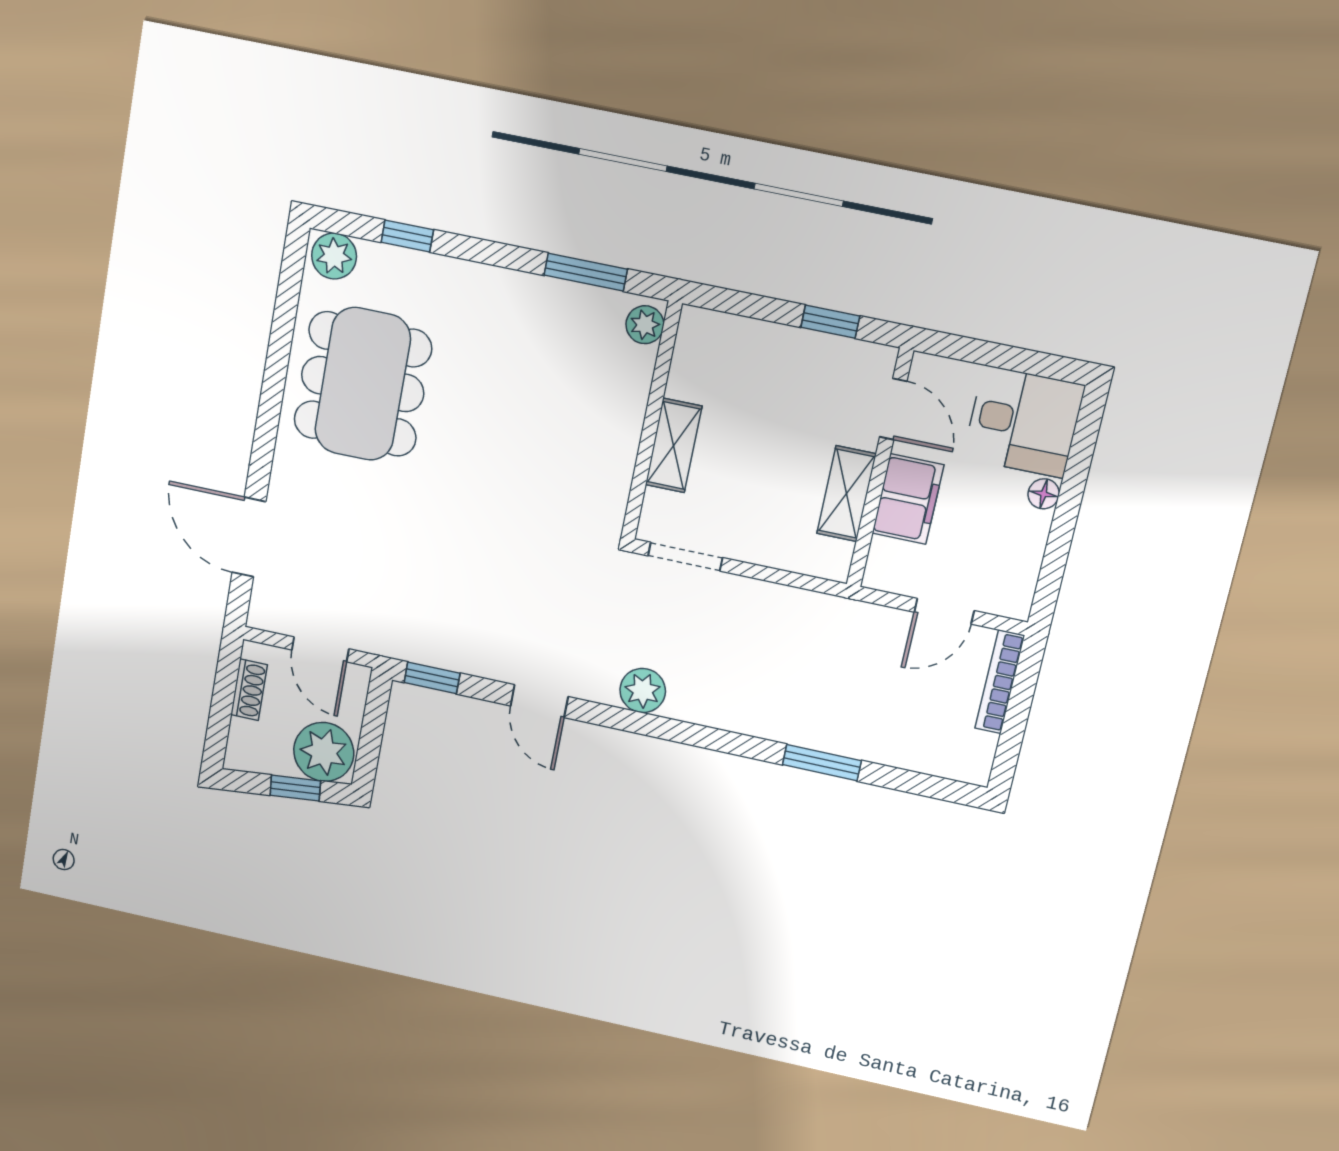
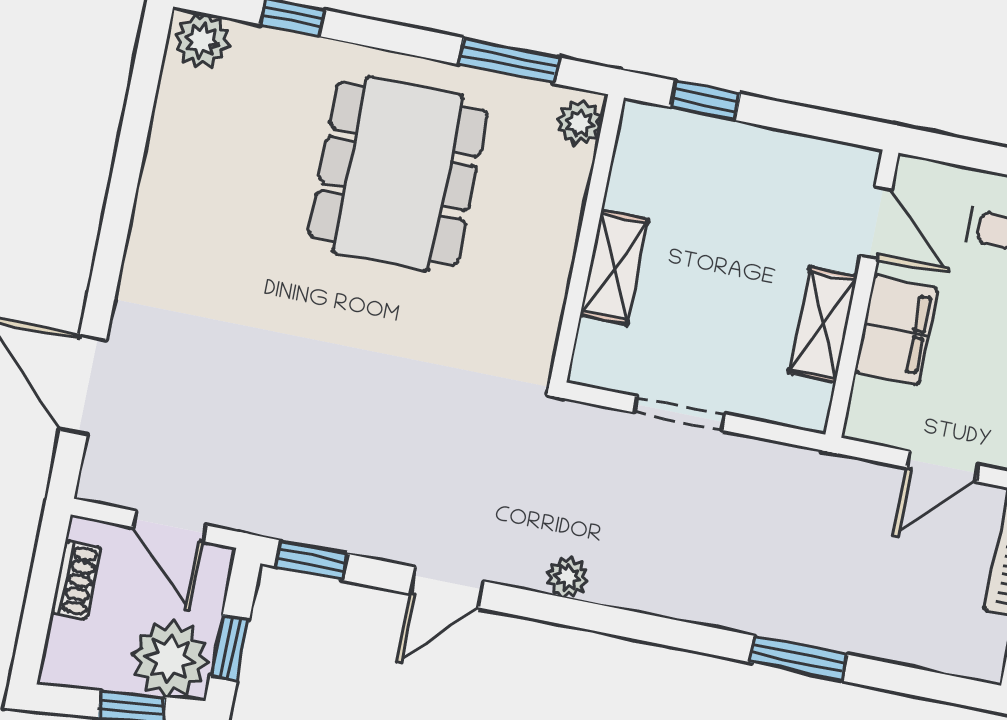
window: (830, 322) -> (705, 100), moved
dining table: (363, 384) -> (398, 173), moved
doorway: (685, 557) -> (679, 413), moved
plant: (643, 691) -> (567, 577), width x0.73, depth x0.73
door: (539, 701) -> (447, 587), hinge flipped
window: (370, 745) -> (230, 648), added

